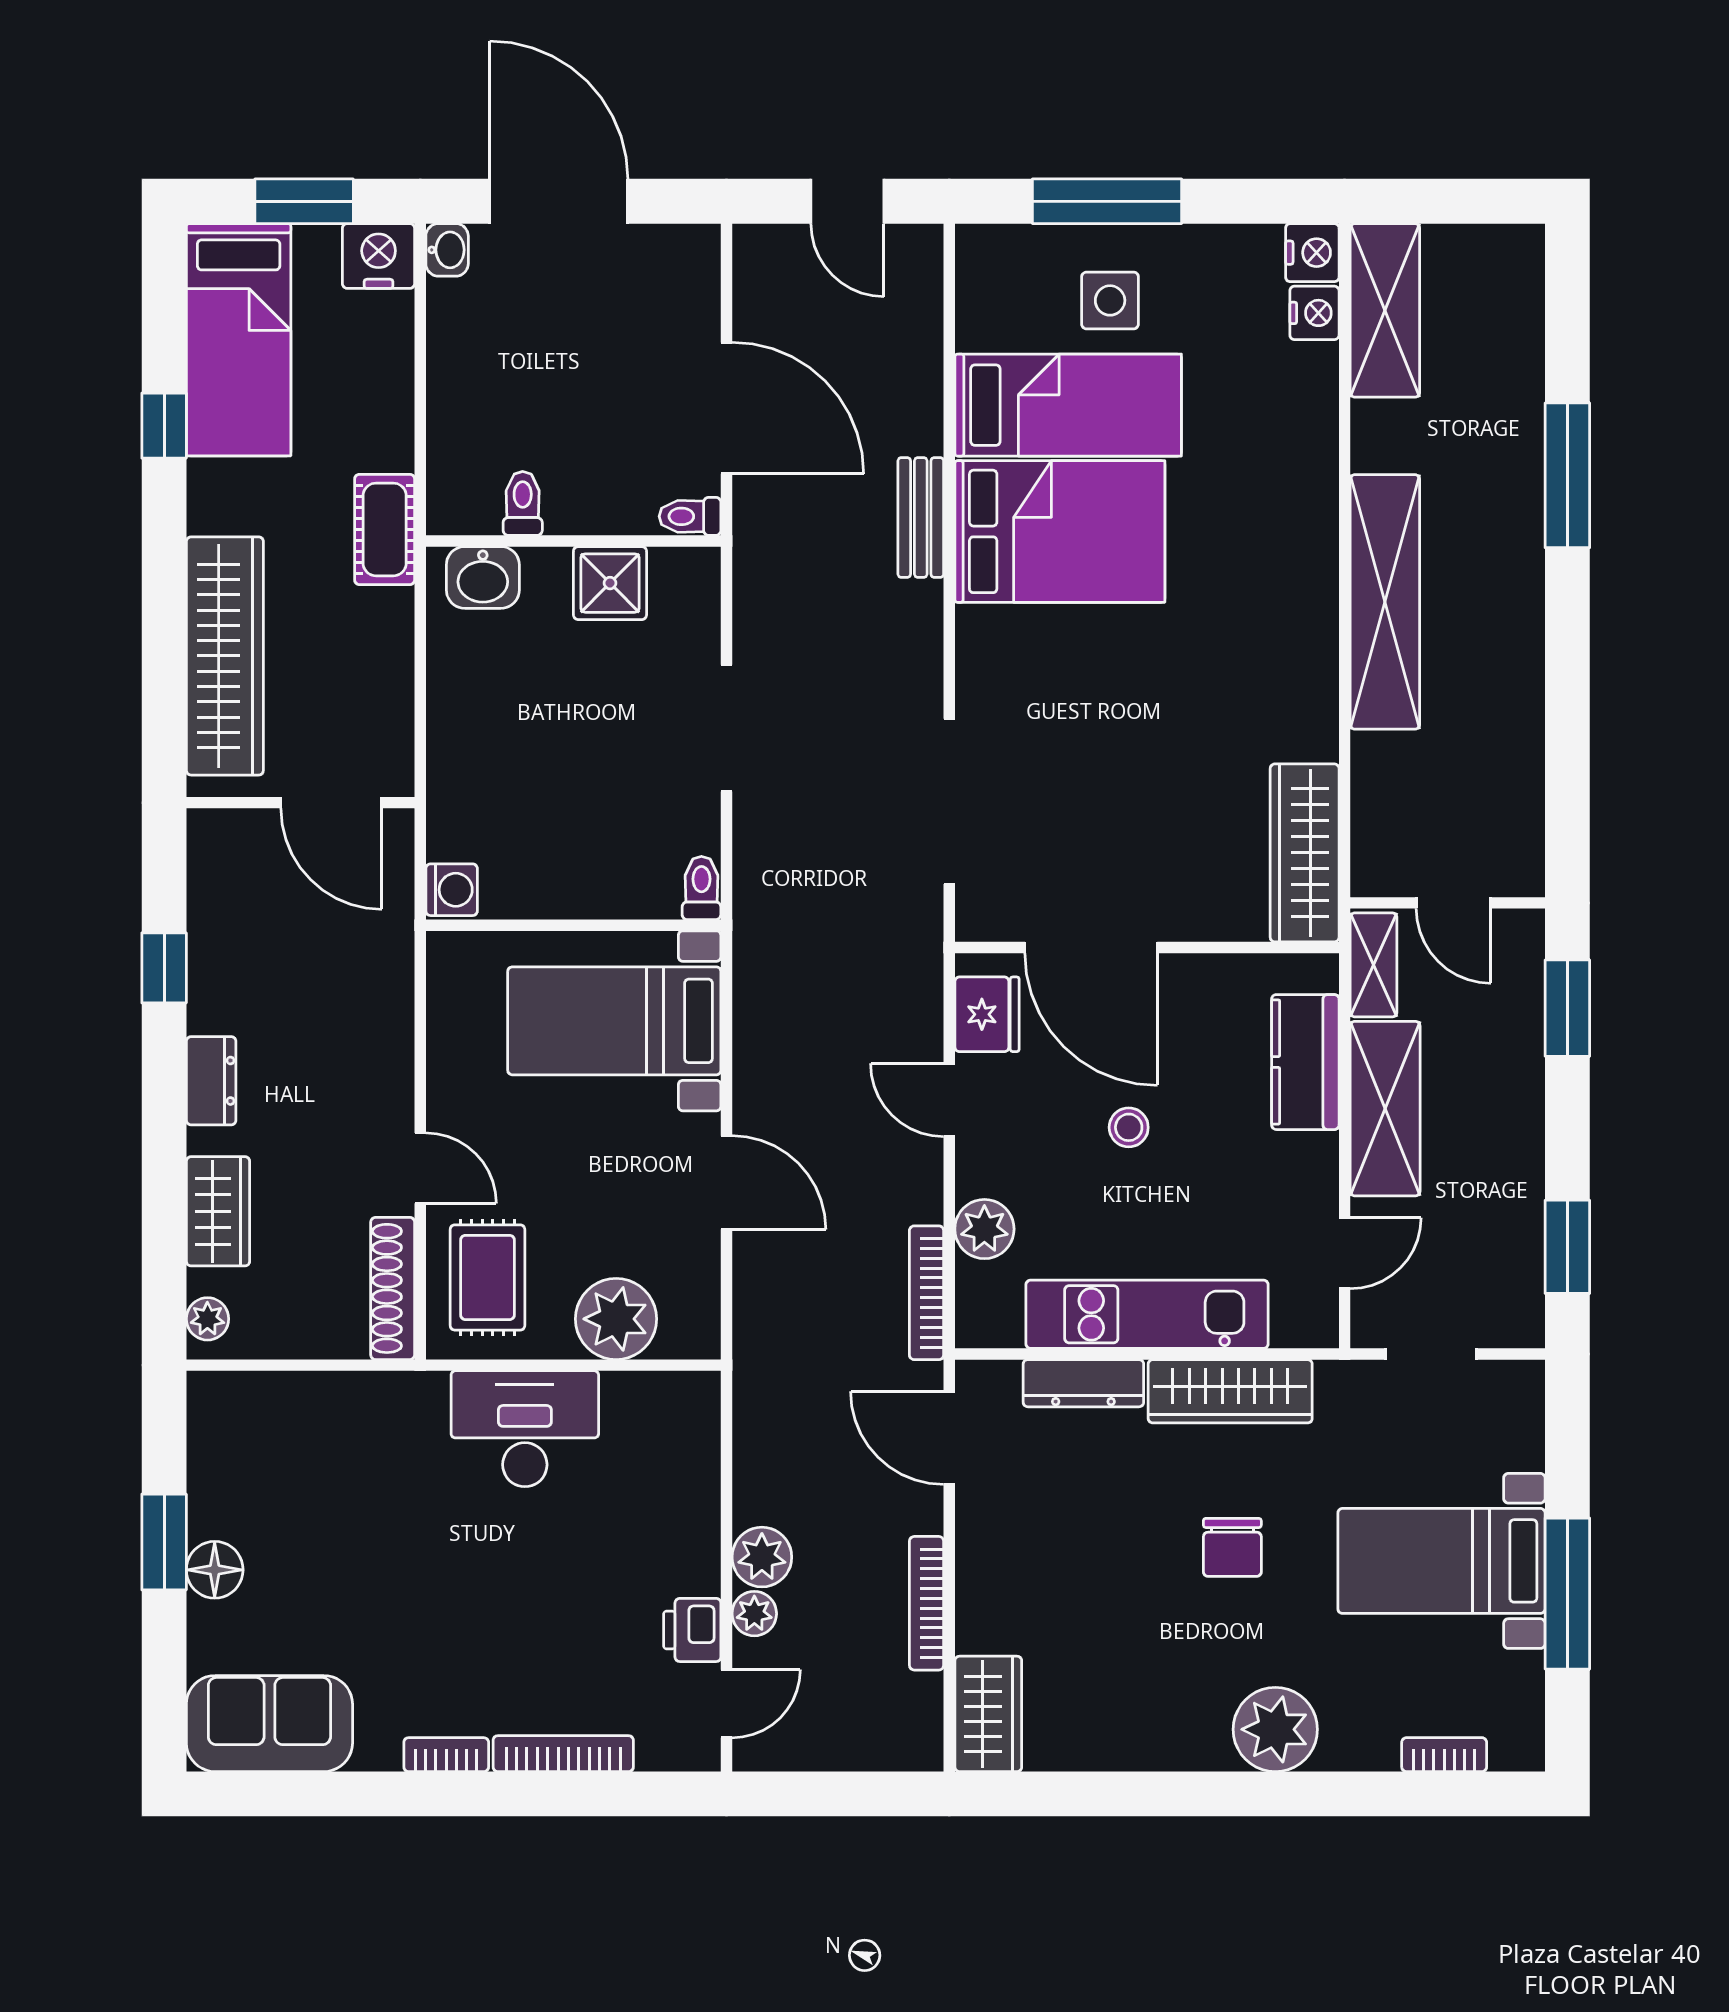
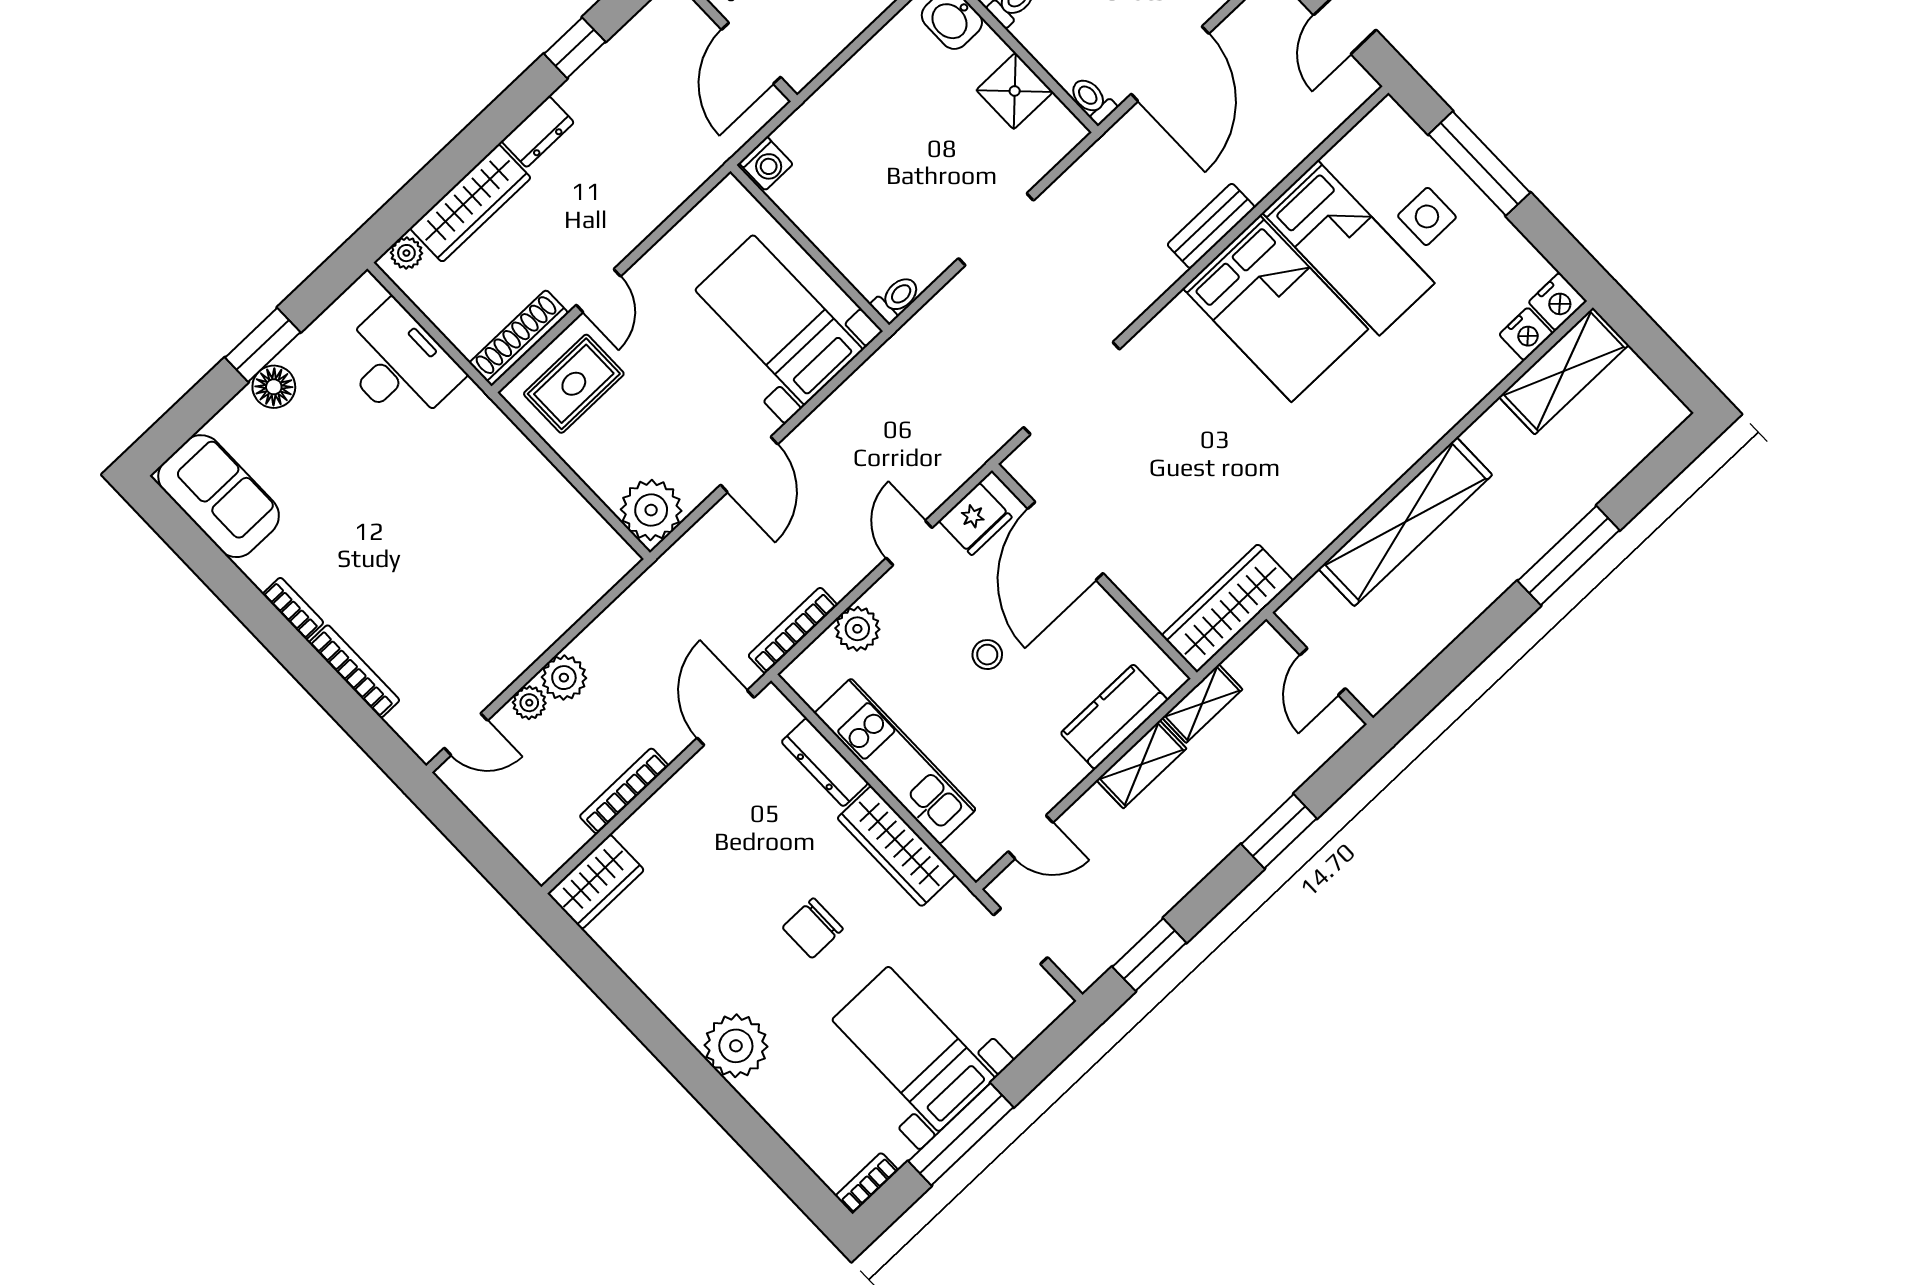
wall: (1448, 903) -> (1320, 668), moved
door: (1454, 903) -> (1323, 672), moved
shelving: (1385, 1109) -> (1141, 764), width x0.67, depth x0.75
wardrobe: (218, 1211) -> (470, 203), width x1.50
plant: (616, 1319) -> (651, 510), moved
desk: (525, 1429) -> (399, 365), moved
printer: (692, 1630) -> (488, 677), removed
bookcase: (1444, 1755) -> (867, 1183), moved, turned -90

